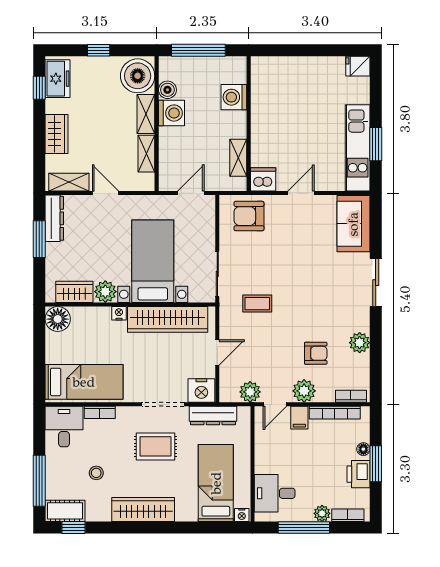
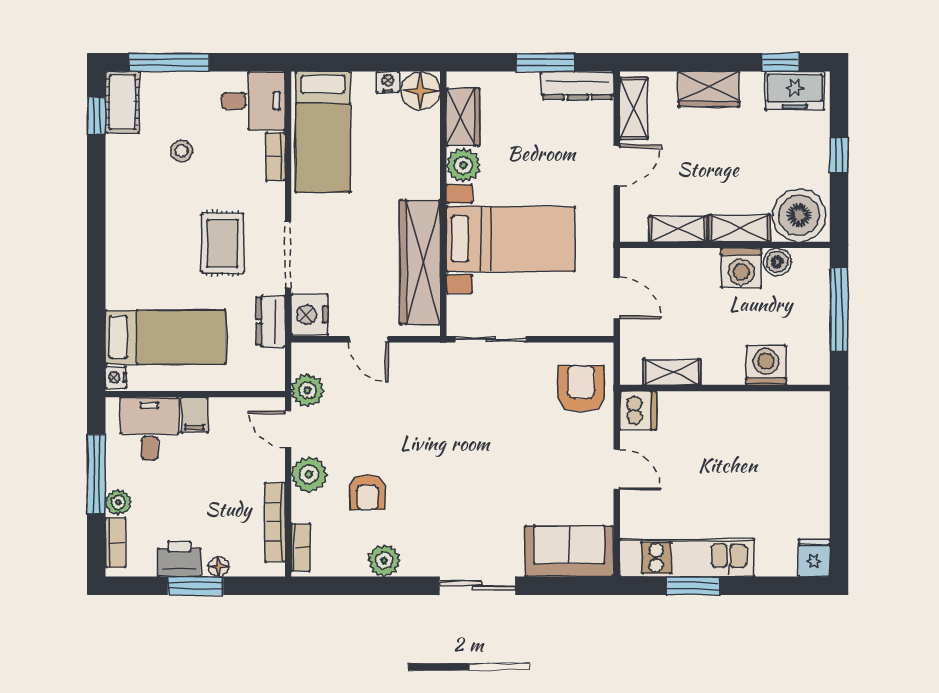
coffee table: (257, 304) -> (445, 401), removed
nightstand: (119, 313) -> (388, 82), moved, turned -90
dresser: (213, 416) -> (271, 321), width x0.70
filing cabinet: (299, 418) -> (195, 415), moved, turned -90
wardrobe: (143, 510) -> (124, 224), removed

